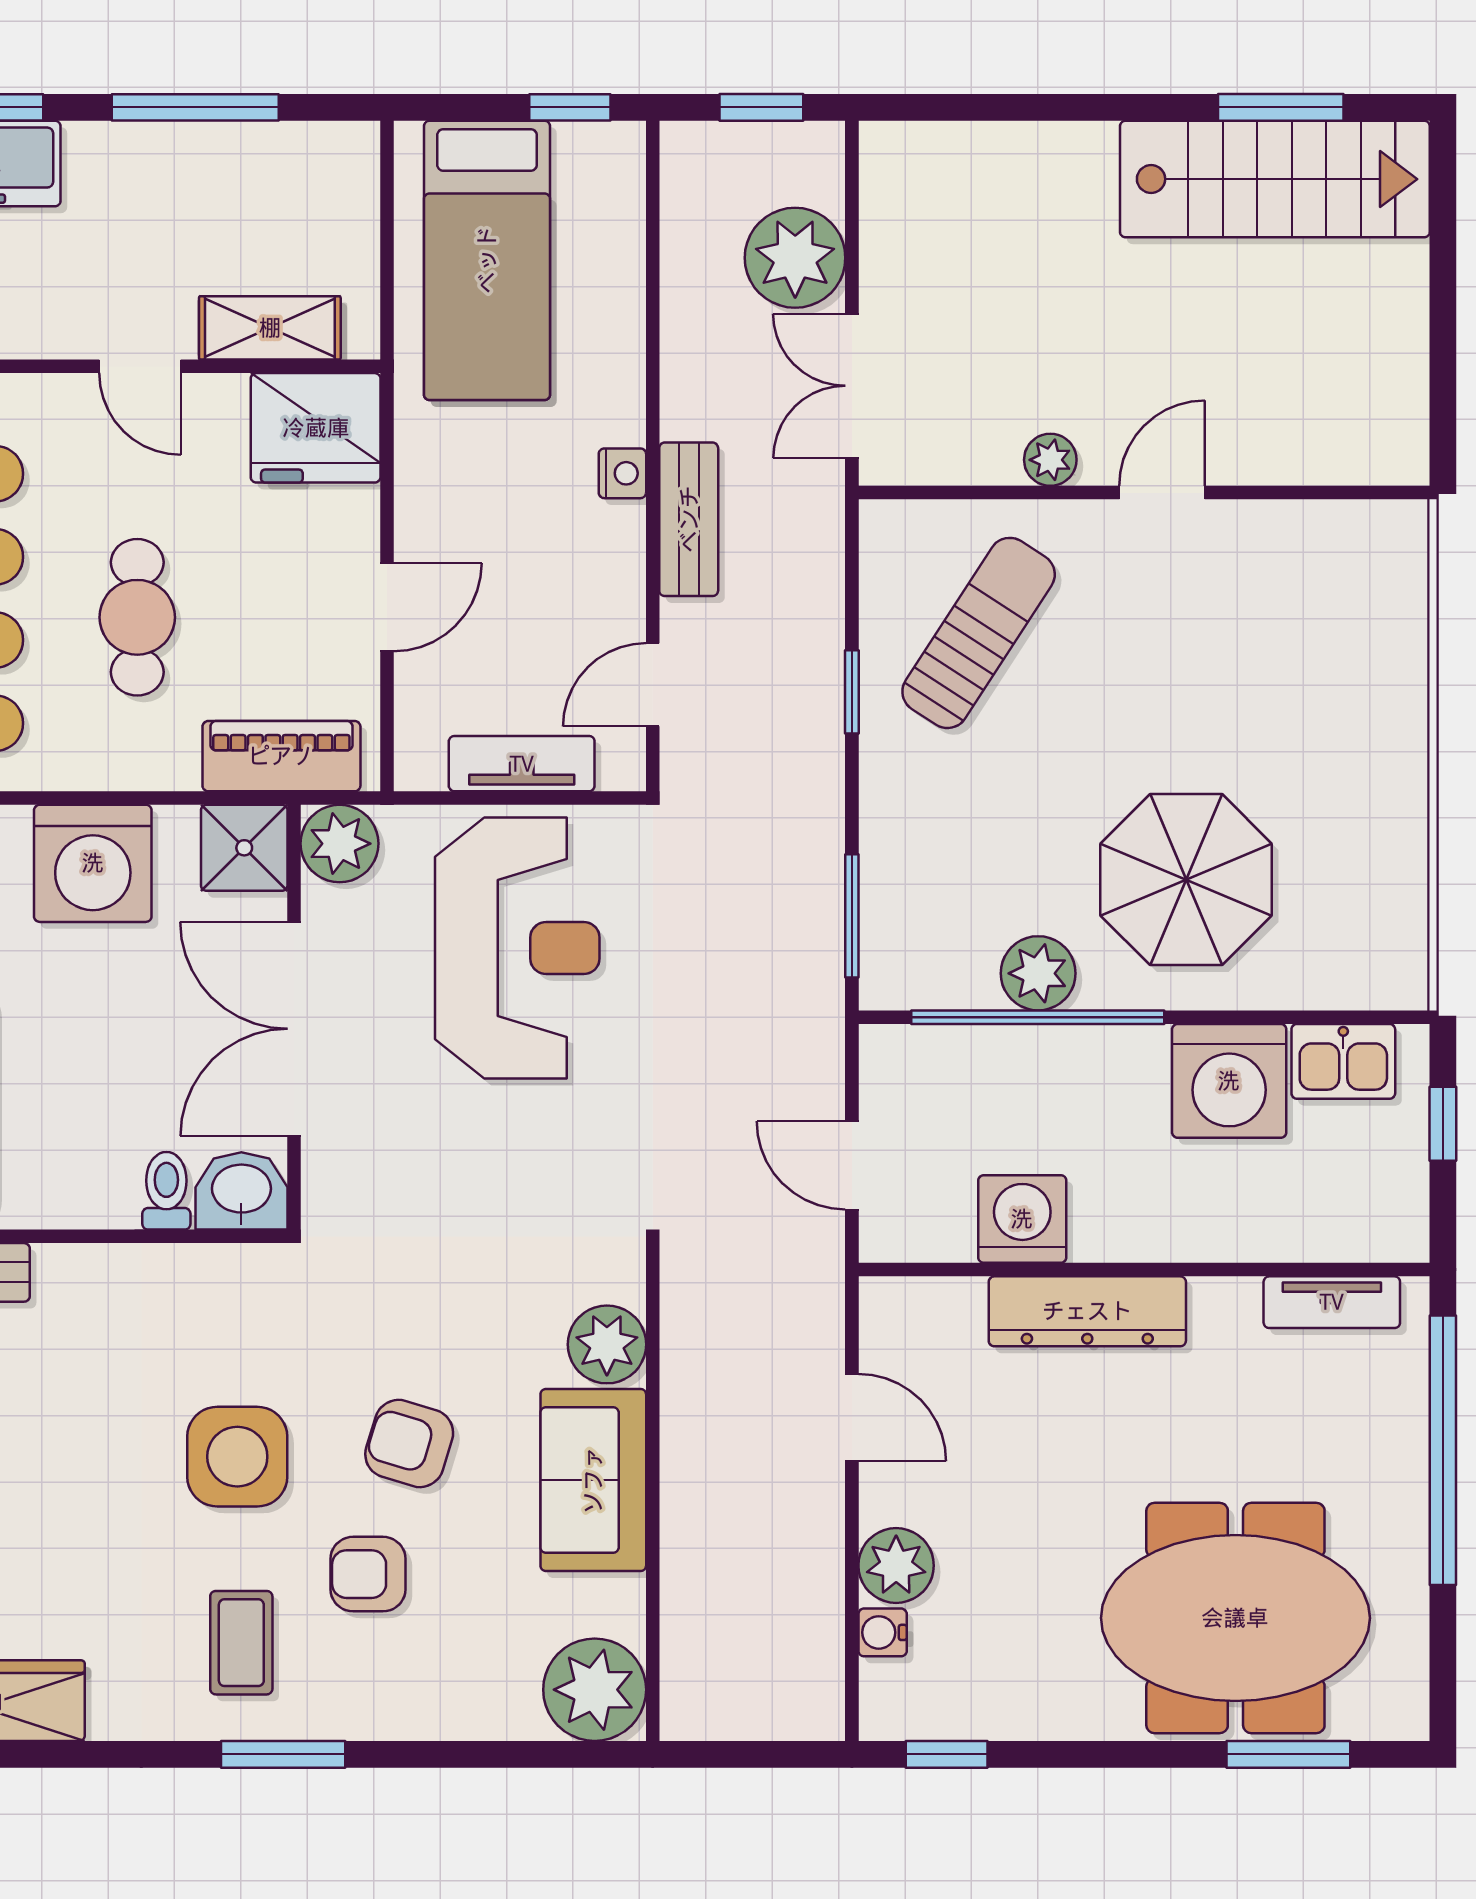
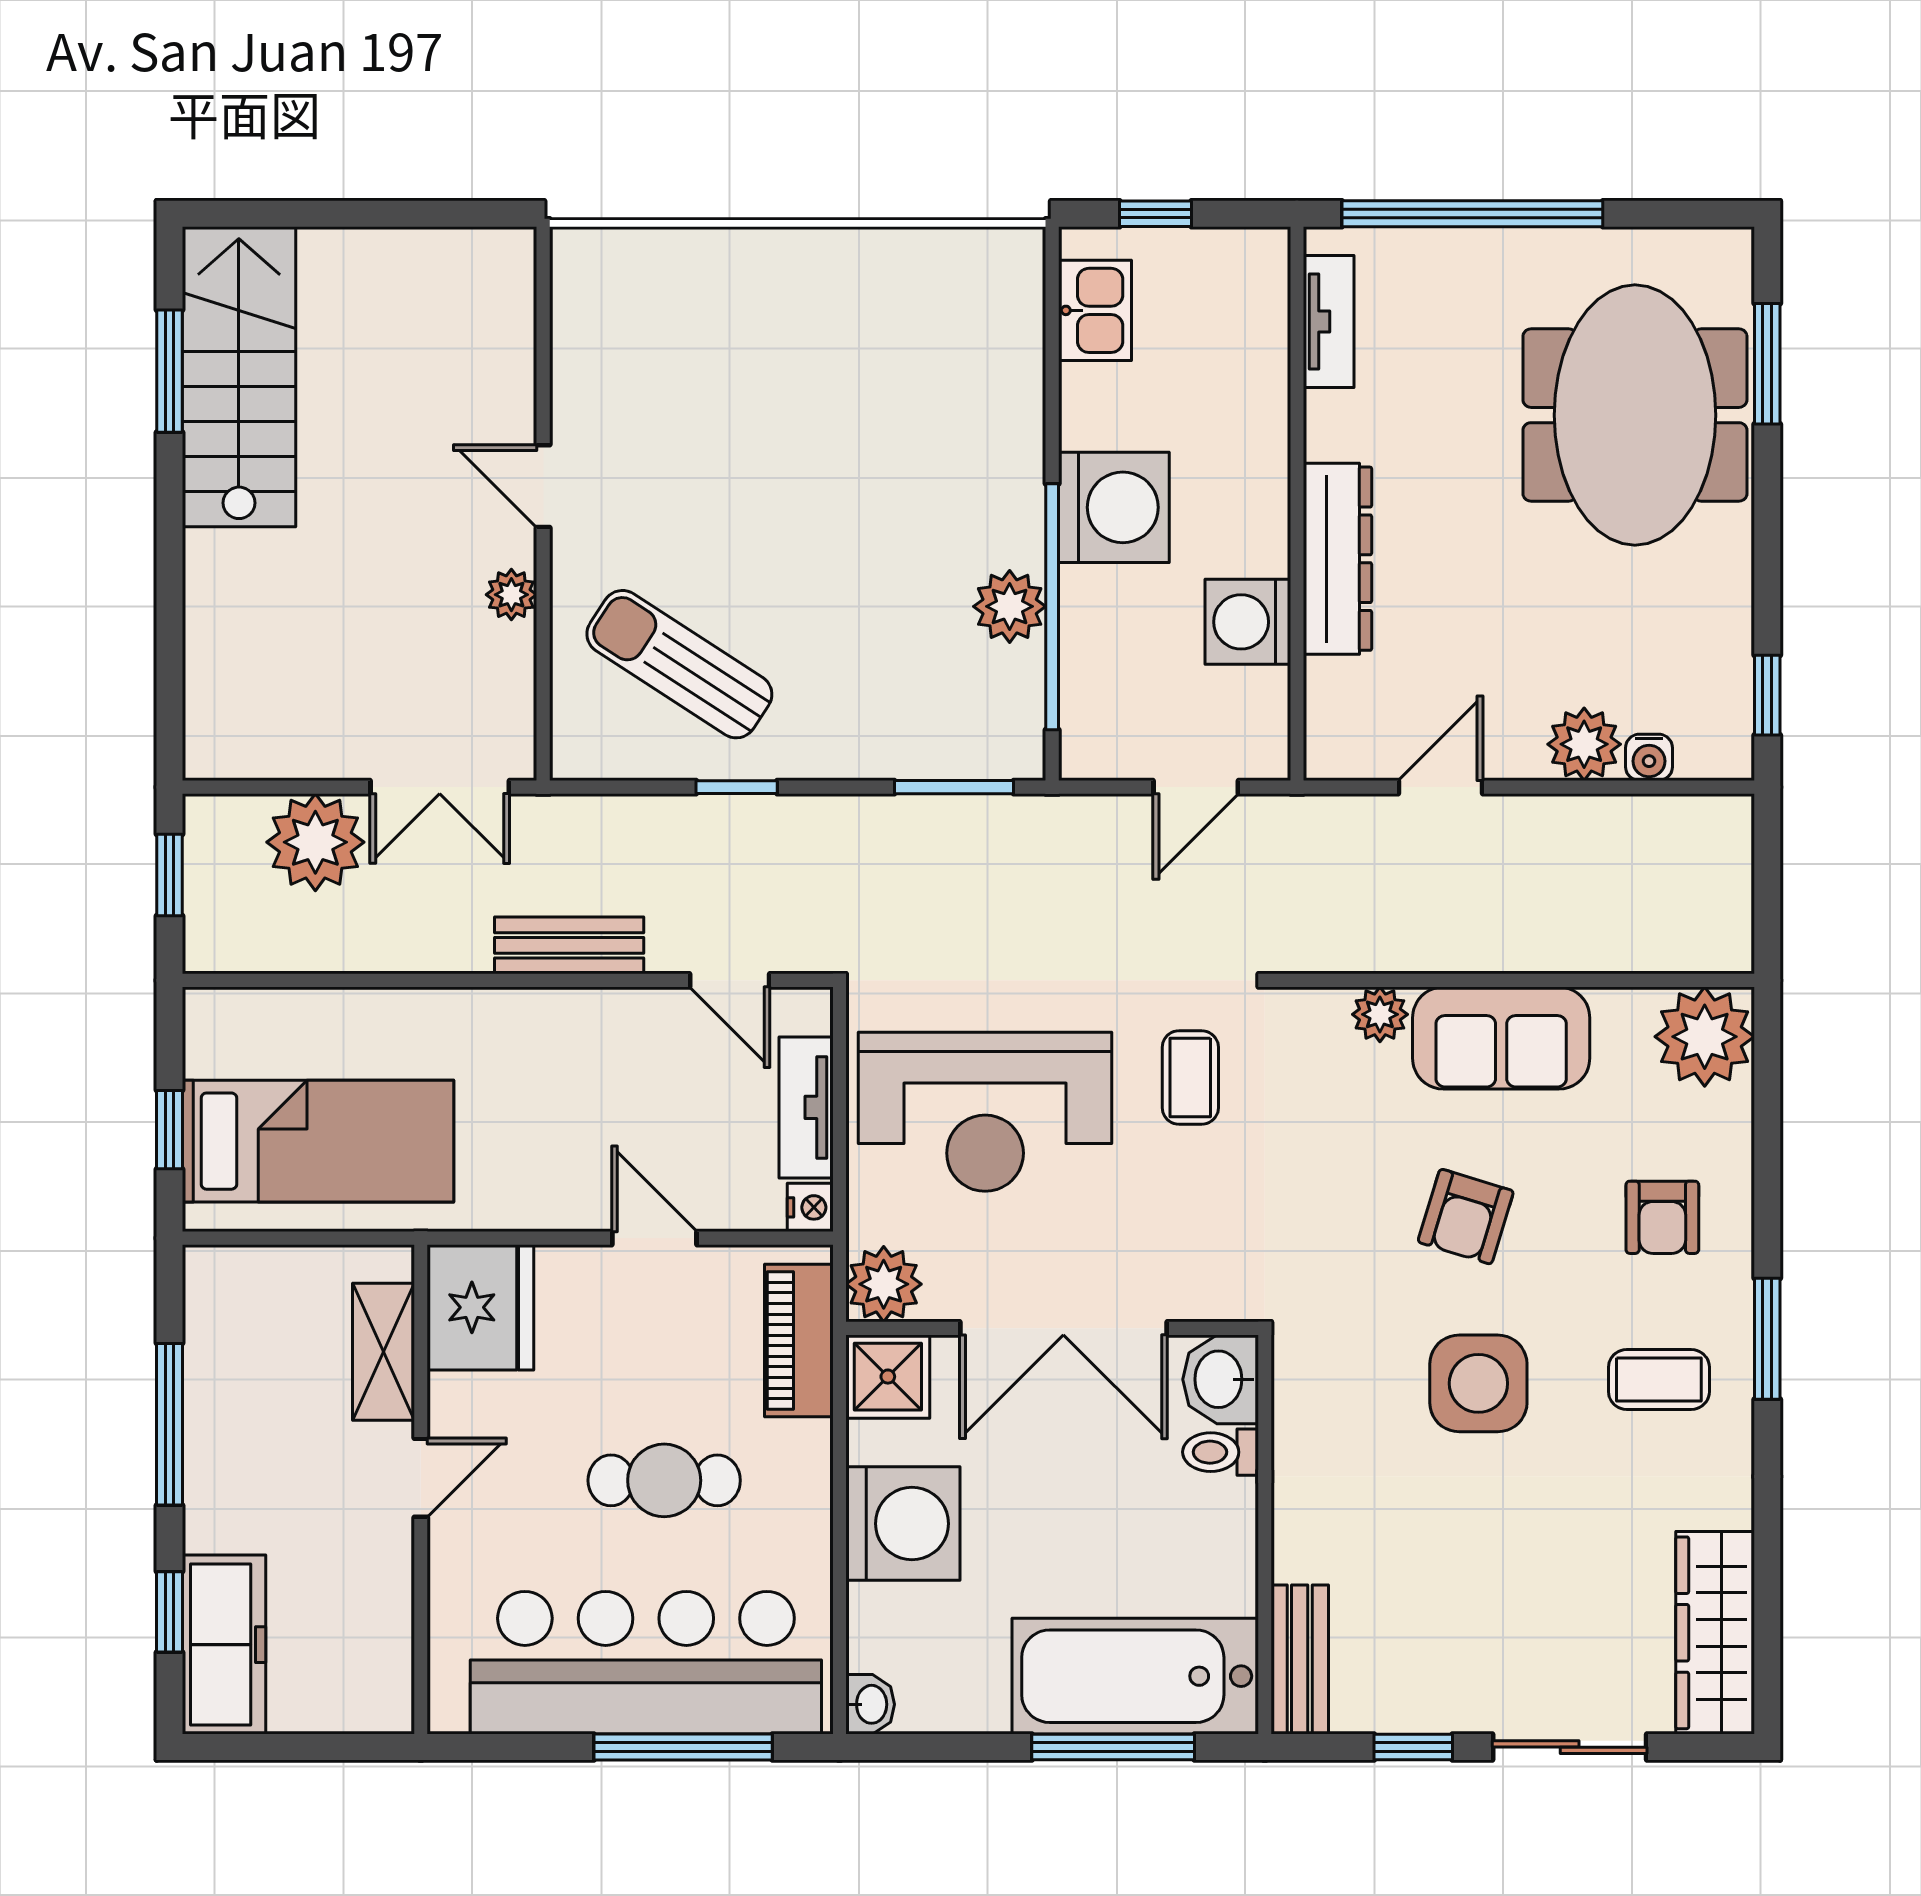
window: (570, 107) -> (169, 1130), moved
nightstand: (622, 473) -> (810, 1207), moved, turned 90
parasol: (1186, 880) -> (919, 463), removed
reception desk: (517, 948) -> (985, 1112), turned 180
washing machine: (1229, 1081) -> (1114, 507), moved
coffee table: (553, 1160) -> (1190, 1077), added
plant: (607, 1344) -> (1380, 1014), width x0.73, depth x0.73
armchair: (368, 1574) -> (1662, 1217), moved

